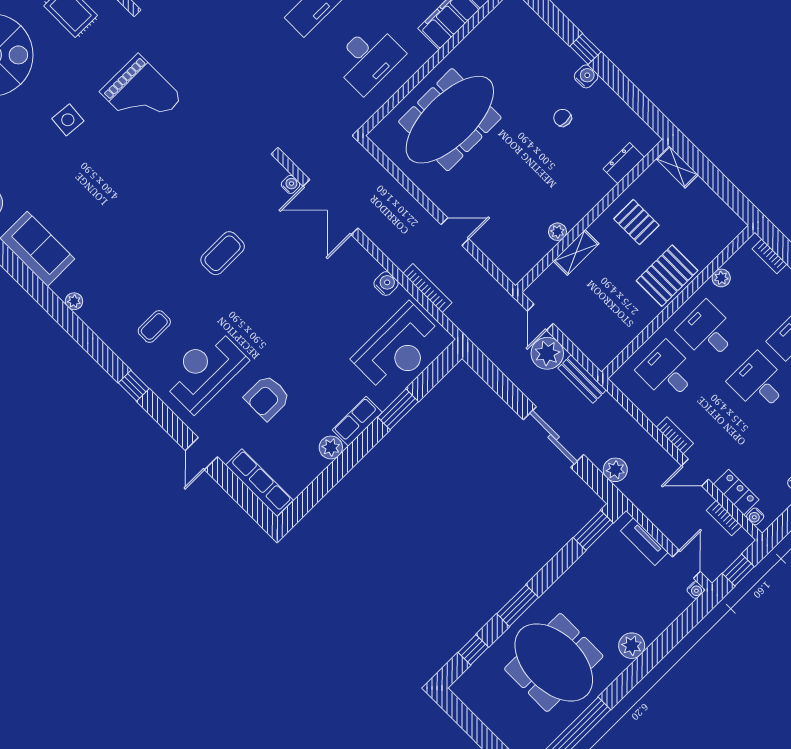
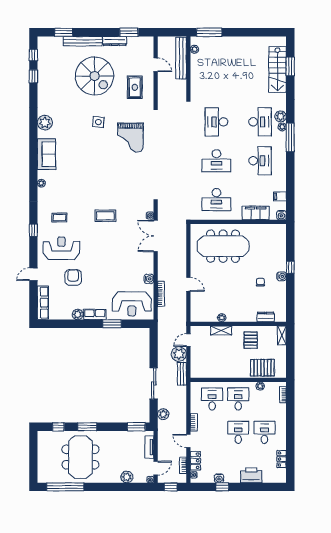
pallet: (667, 276) -> (262, 368), moved
armchair: (267, 397) -> (73, 277), turned 90
plant: (632, 646) -> (127, 477), moved

